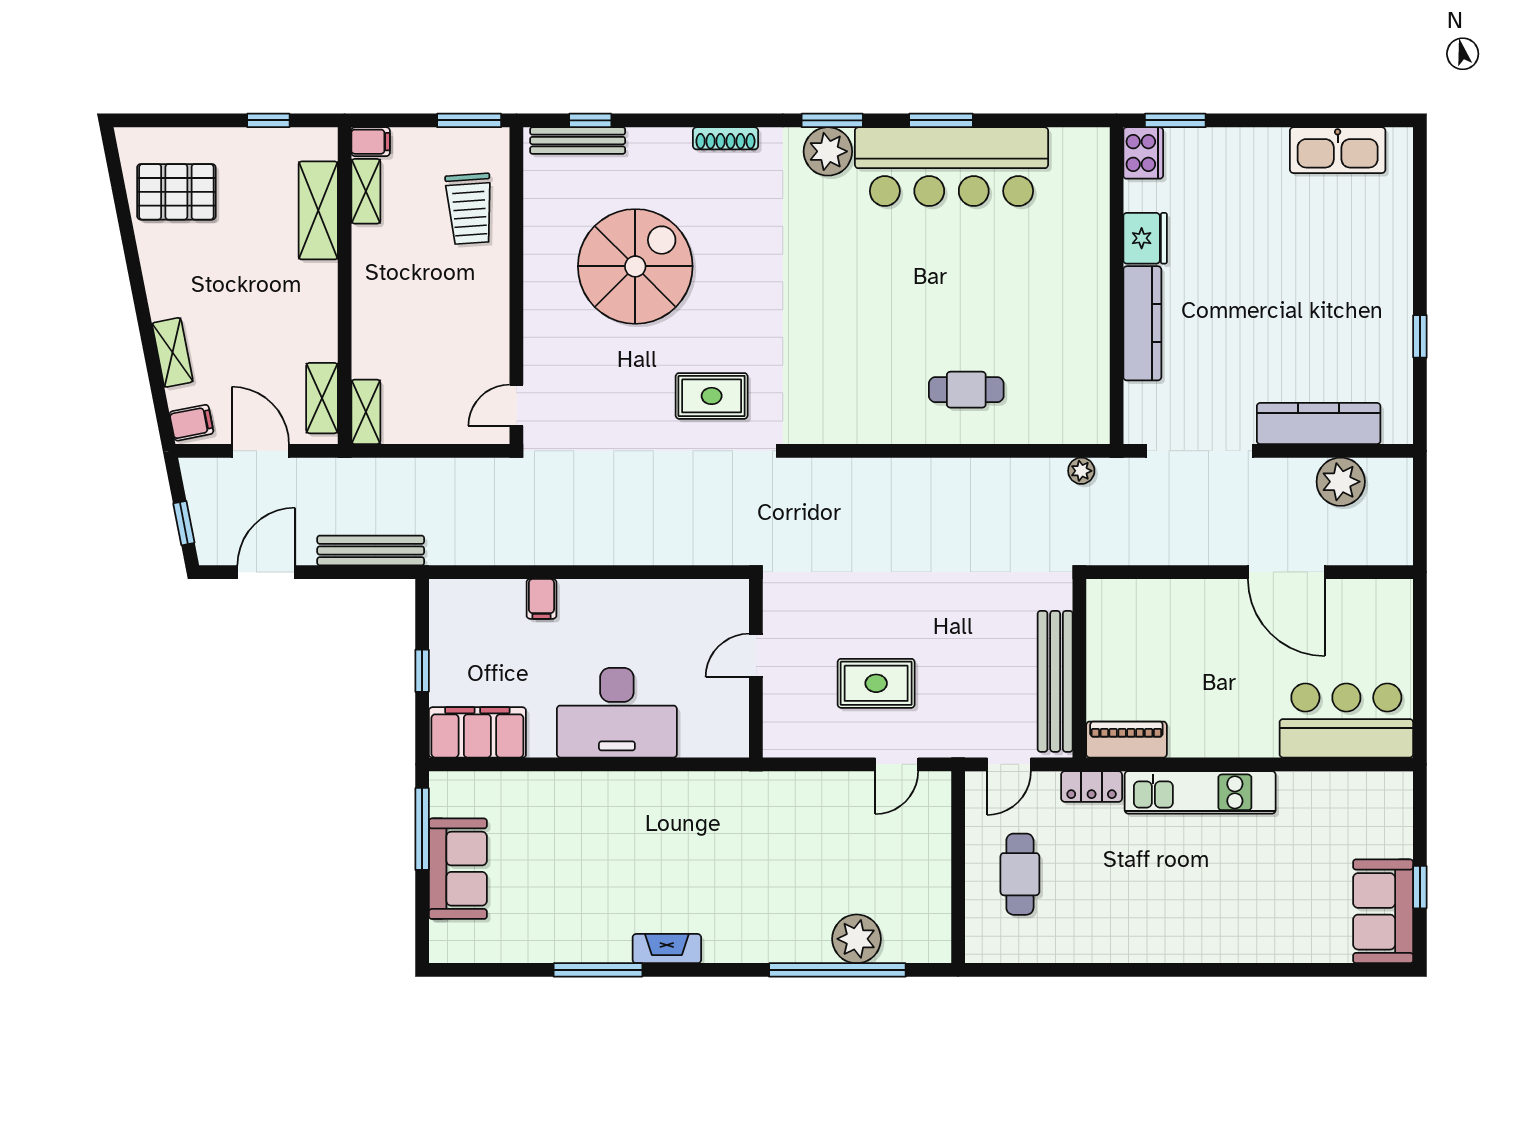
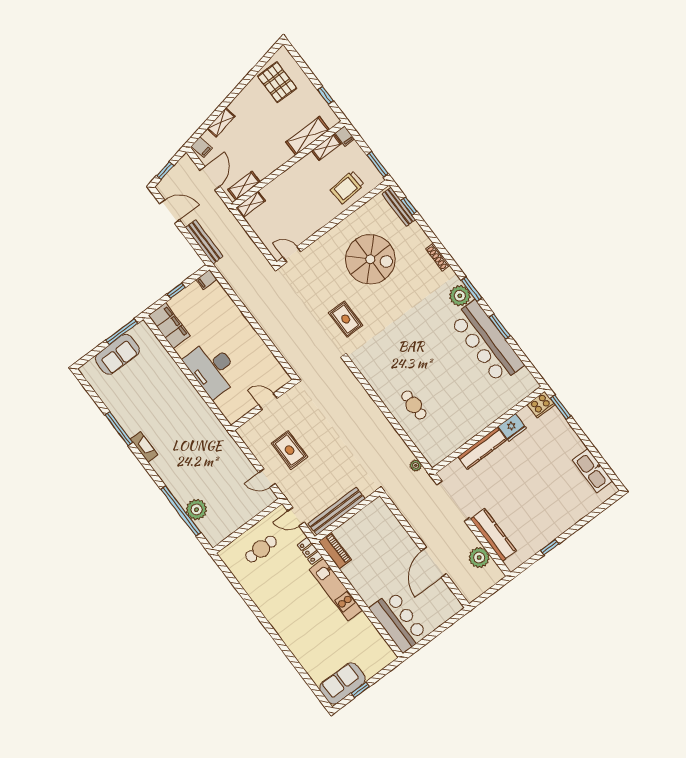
filing cabinet: (541, 599) -> (206, 280), moved

